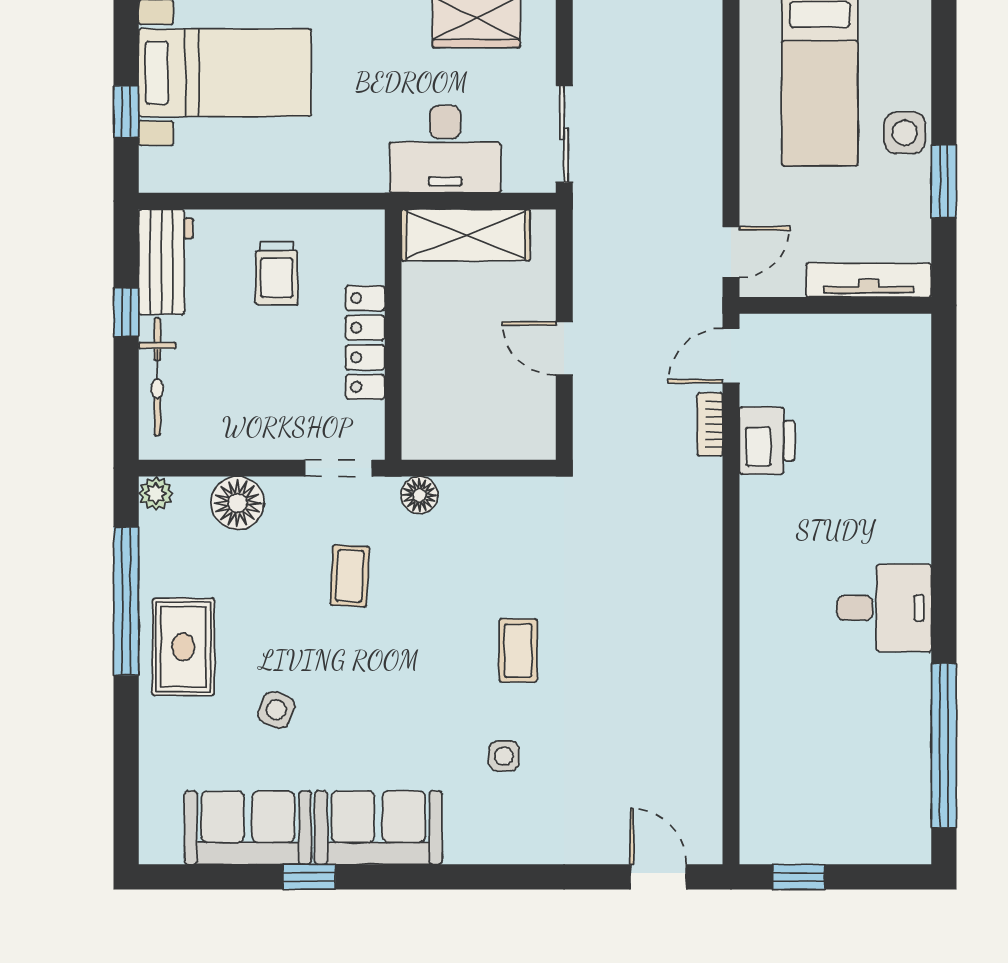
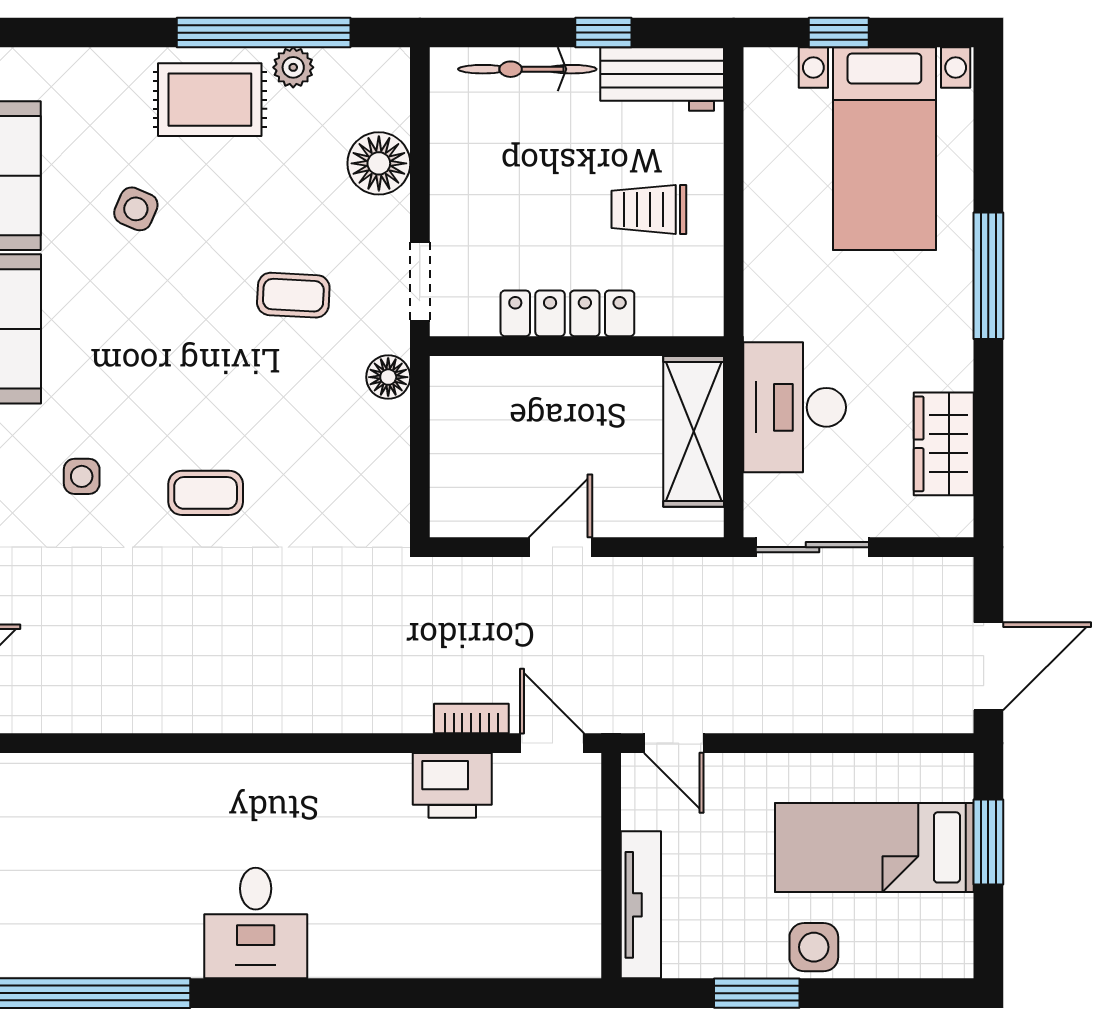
plant: (156, 494) -> (293, 67), moved

